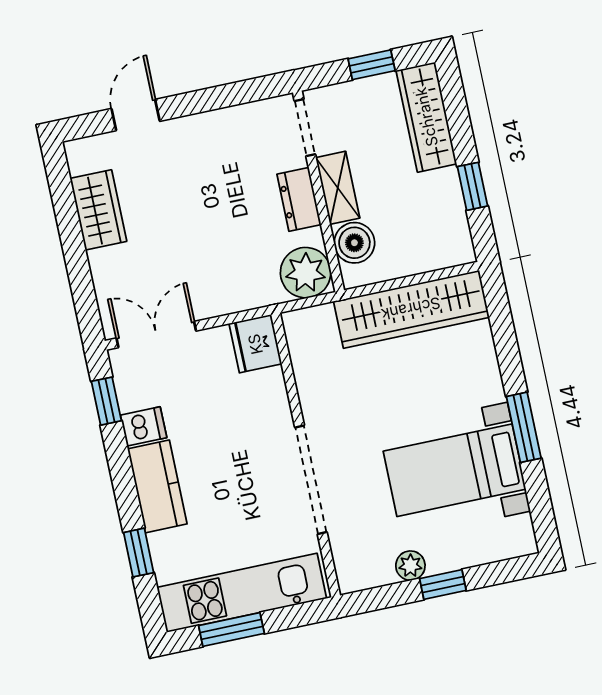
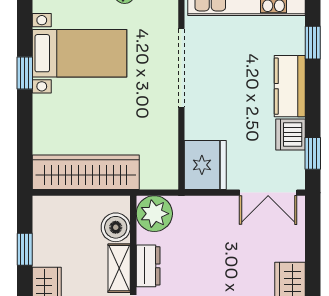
fridge: (255, 344) -> (205, 165), width x1.36, depth x1.34
dishwasher: (144, 426) -> (291, 134), width x1.38
window: (524, 427) -> (25, 73), width x0.67

